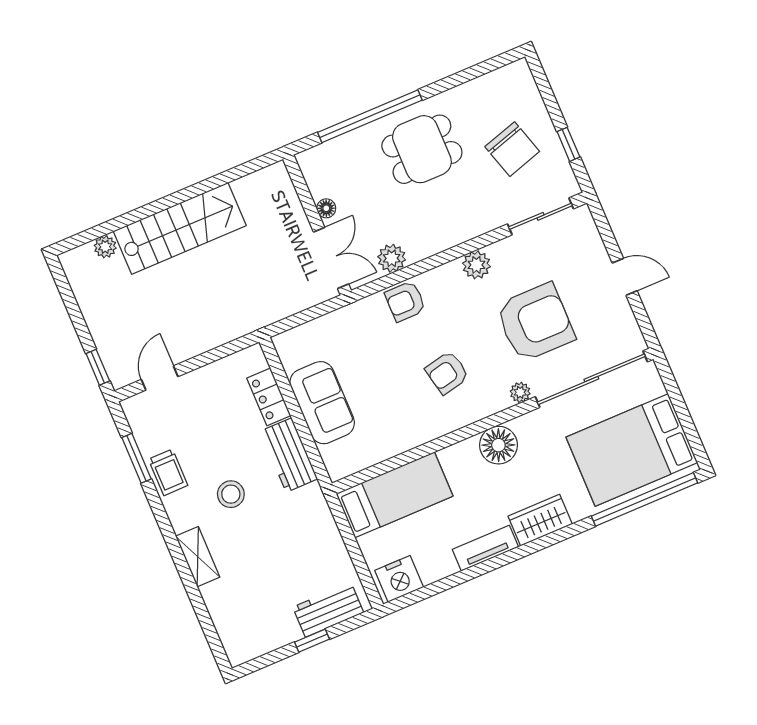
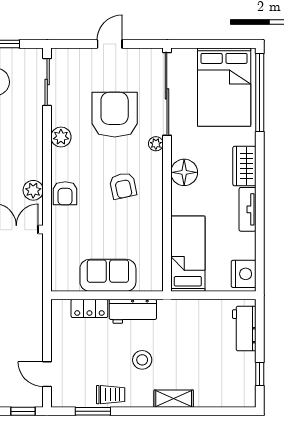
window: (312, 641) -> (260, 374), moved

